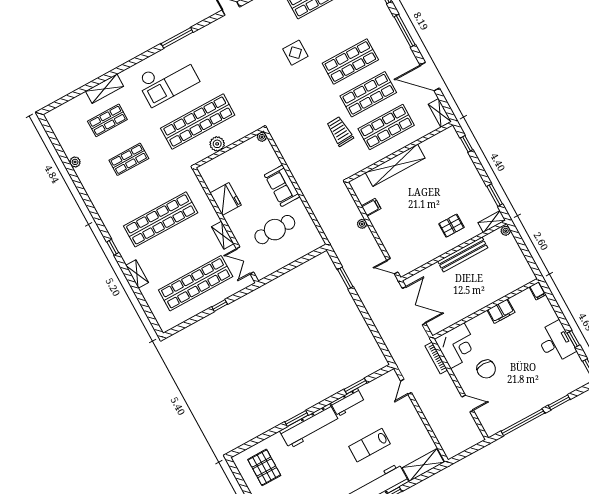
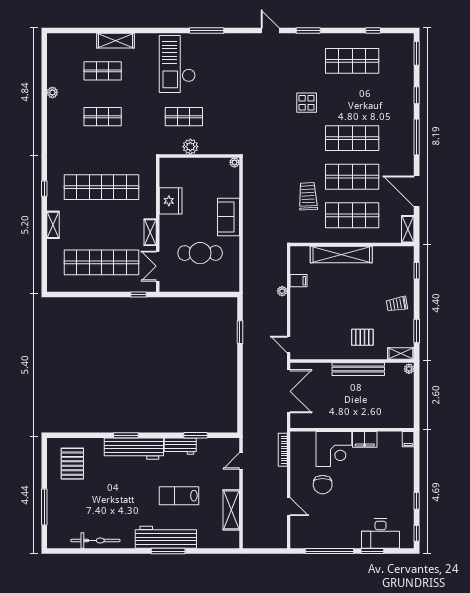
checkout: (168, 80) -> (177, 64), turned 90
shop shelf: (198, 122) -> (184, 117), width x0.50, depth x0.74
trolley: (465, 181) -> (397, 304), added
window: (220, 306) -> (138, 295), moved
desk: (556, 342) -> (380, 534), moved, turned 90
corner desk: (457, 346) -> (334, 449), moved
shelving: (423, 465) -> (231, 510), moved, turned 90

